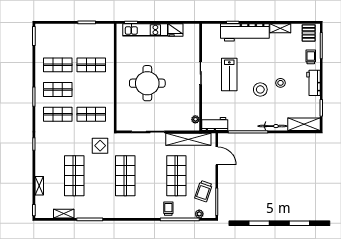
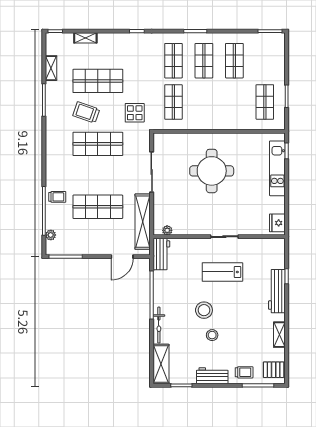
fridge: (176, 30) -> (277, 223), moved
workbench: (245, 32) -> (277, 291), width x0.73, depth x0.76
shop shelf: (91, 65) -> (265, 102), moved
trolley: (204, 191) -> (86, 112), moved

